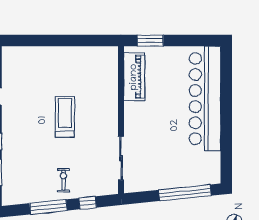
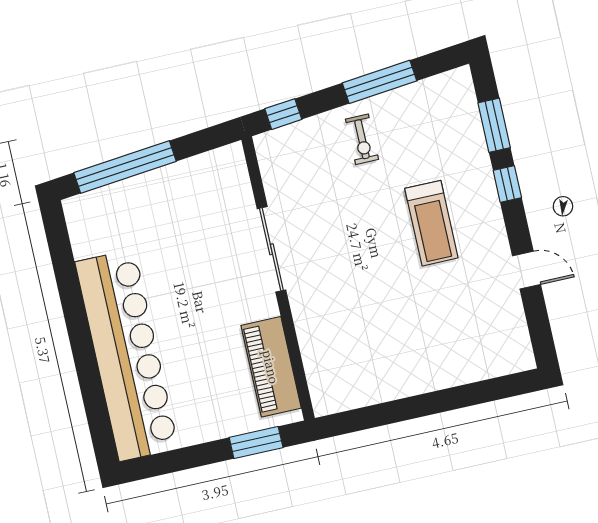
treadmill: (65, 117) -> (431, 223), moved
sliding door: (121, 158) -> (271, 249), moved
window: (88, 203) -> (283, 114), moved

